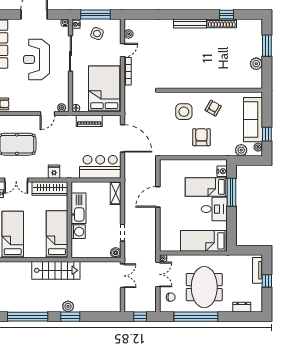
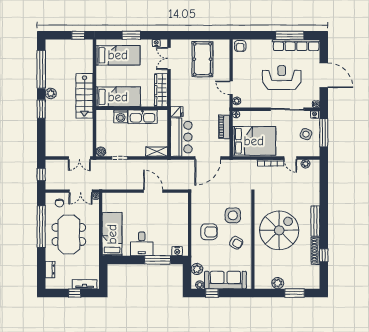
spiral stairs: (200, 62) -> (279, 230), added
fridge: (54, 172) -> (177, 112), moved
bed: (206, 187) -> (162, 236), removed
meeting table: (204, 287) -> (69, 234), turned 90
plant: (68, 306) -> (51, 93), moved

